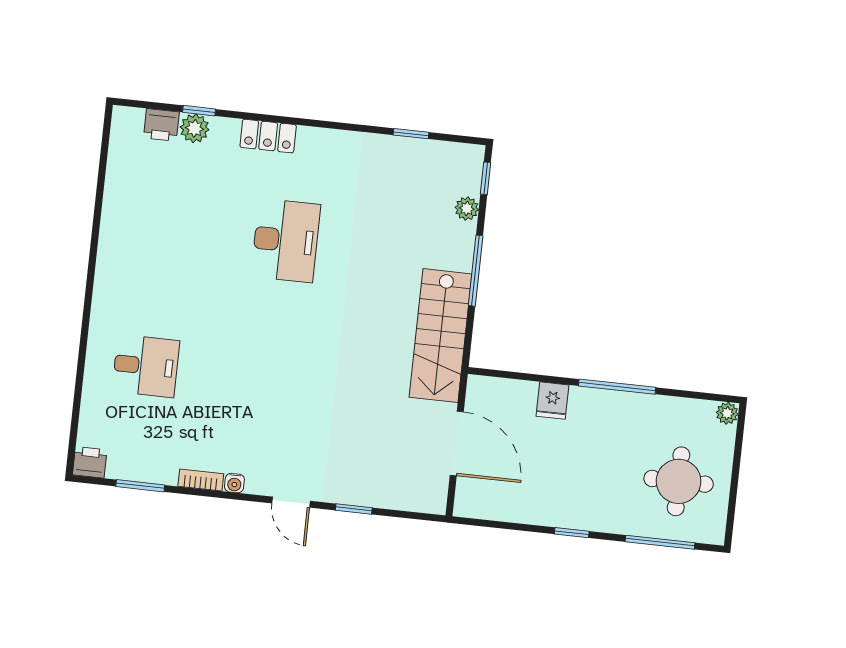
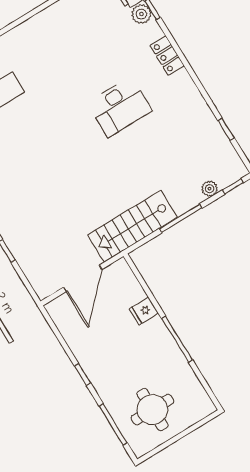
plant: (727, 413) -> (208, 408), removed

